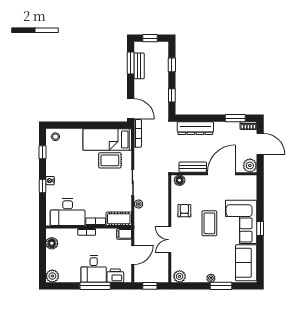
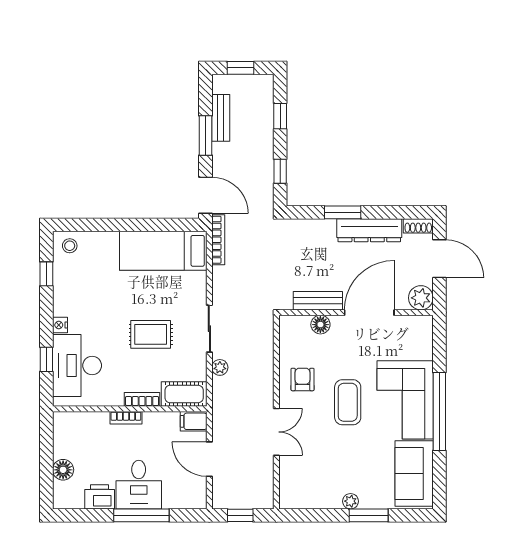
window: (131, 63) -> (206, 136), moved
window: (235, 118) -> (343, 212), moved
dresser: (195, 128) -> (369, 230), moved
rug: (110, 160) -> (151, 334), moved
floor lamp: (180, 180) -> (320, 325), moved
window: (43, 186) -> (46, 359), moved
desk: (68, 212) -> (77, 366), moved, turned 90
window: (260, 228) -> (439, 412), width x3.17
double door: (170, 240) -> (276, 432), swing flipped
floor lamp: (52, 243) -> (63, 470), moved
door: (133, 255) -> (209, 459), swing flipped
plant: (52, 276) -> (64, 497), removed
printer: (115, 276) -> (100, 497), moved
plant: (180, 276) -> (294, 498), removed

